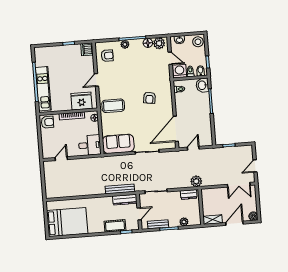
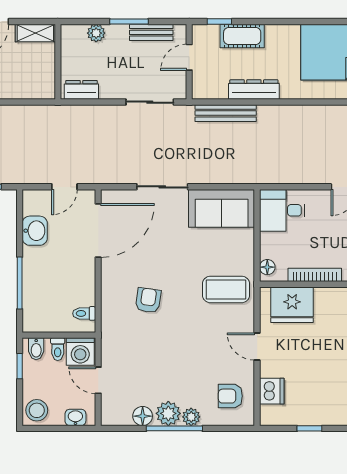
plant: (159, 43) -> (168, 413), moved
dishwasher: (87, 49) -> (272, 391), moved
door: (96, 80) -> (257, 347), swing flipped
washbasin: (202, 85) -> (35, 231), moved
plant: (196, 181) -> (64, 117), removed
dresser: (125, 200) -> (254, 90), moved

